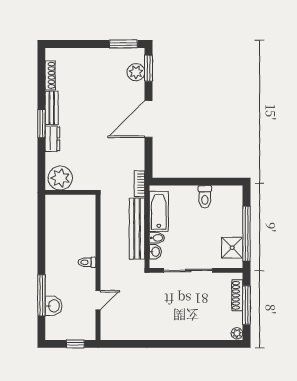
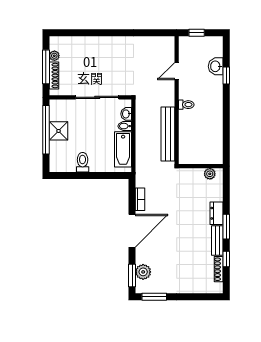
window: (41, 87) -> (226, 259), added
plant: (60, 178) -> (210, 174), width x0.53, depth x0.53
bookcase: (139, 184) -> (140, 199), moved
bench: (137, 229) -> (168, 134), moved
shower: (232, 248) -> (59, 131), moved
window: (41, 295) -> (226, 76), width x0.46
plant: (237, 333) -> (54, 56), moved

